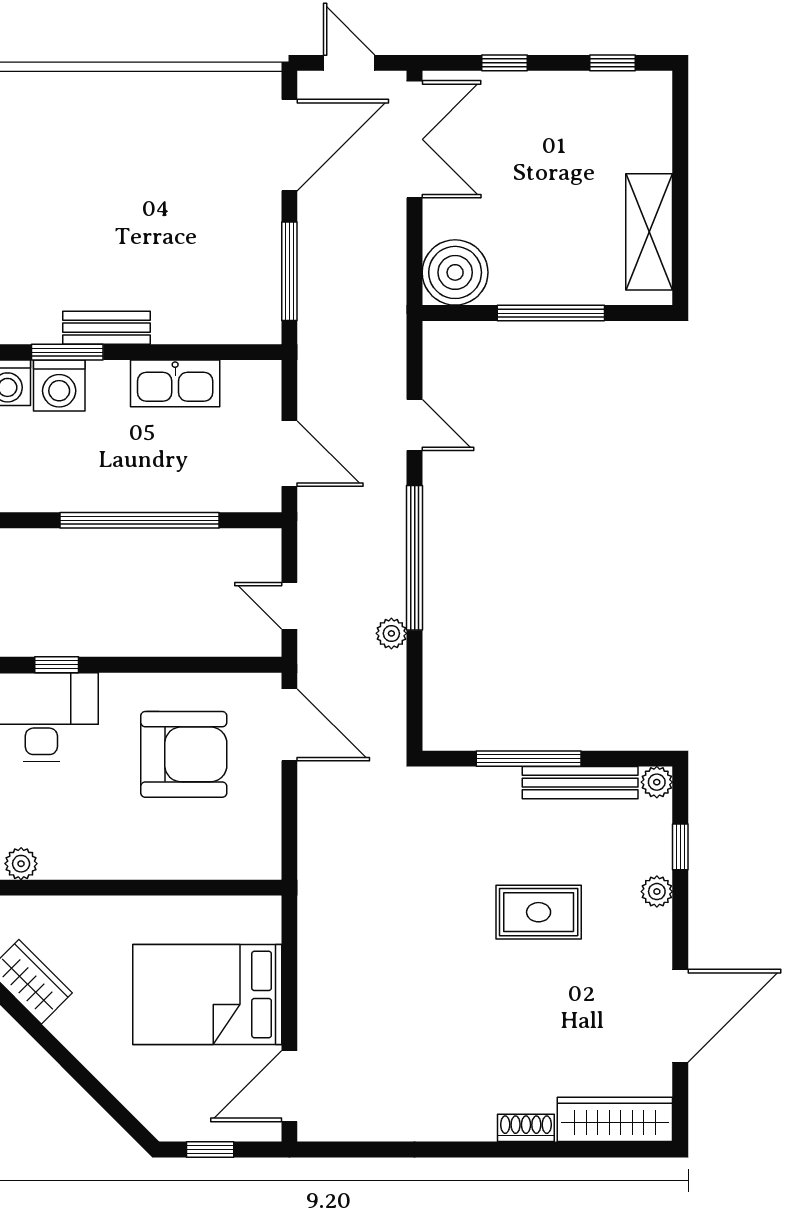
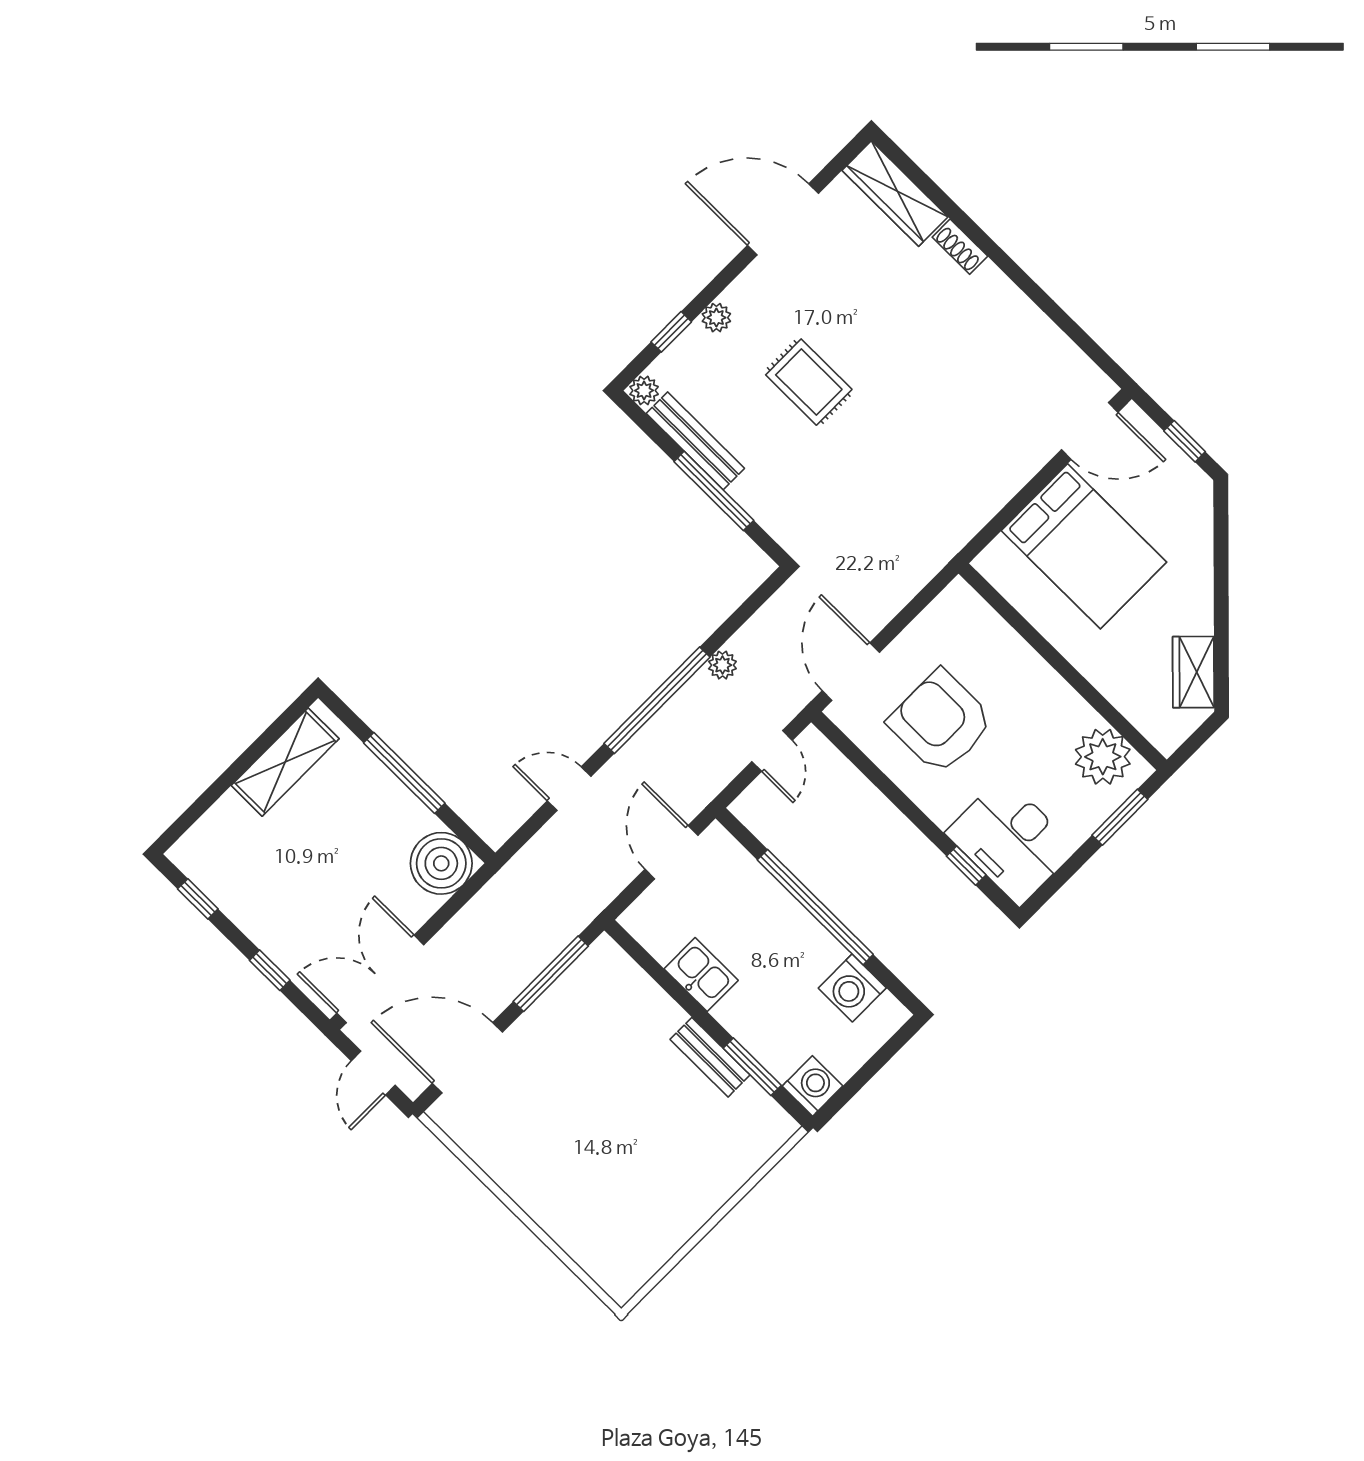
kitchen sink: (175, 383) -> (701, 975), width x0.73
washing machine: (59, 386) -> (852, 988), moved, turned 180
door: (415, 425) -> (569, 789), hinge flipped
plant: (21, 864) -> (1103, 757), width x1.88, depth x1.88

